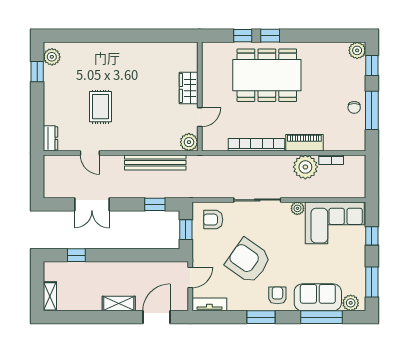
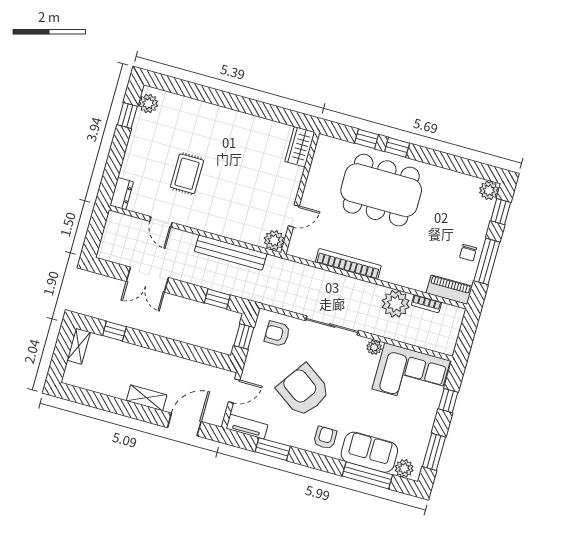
wardrobe: (189, 88) -> (300, 147), moved
piano: (304, 143) -> (449, 290), moved
shelving: (50, 296) -> (79, 346), moved
window: (261, 317) -> (273, 449), moved

